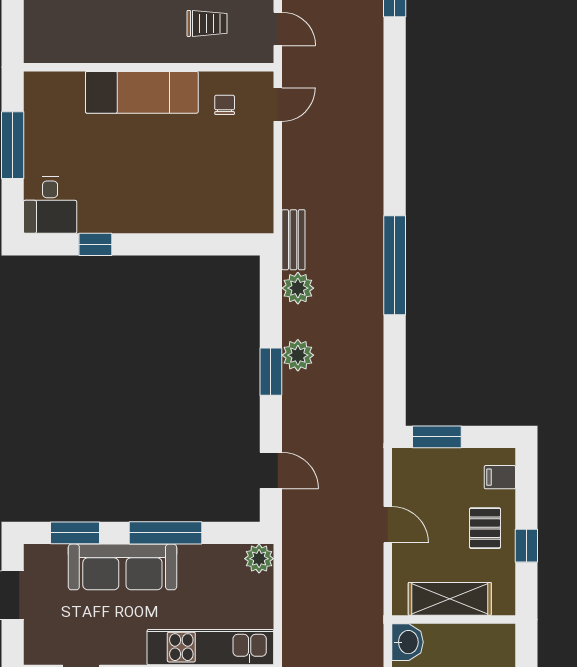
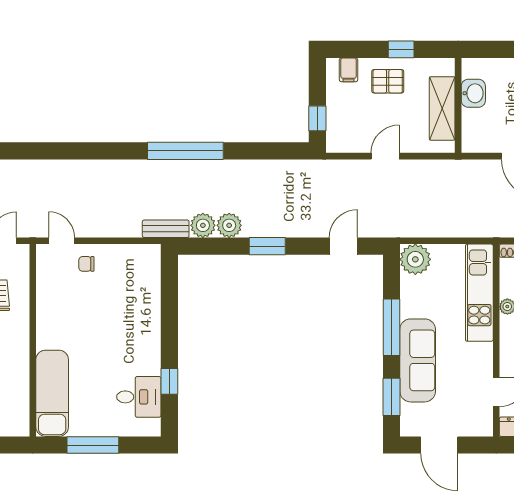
exam couch: (142, 92) -> (52, 393), moved
chair: (225, 105) -> (86, 264), moved
desk: (50, 205) -> (139, 397), moved
plant: (298, 355) -> (229, 225), moved
window: (437, 437) -> (317, 118), width x0.67
plant: (259, 559) -> (415, 259), width x1.36, depth x1.36
washbasin: (407, 642) -> (473, 93), moved, turned 90

